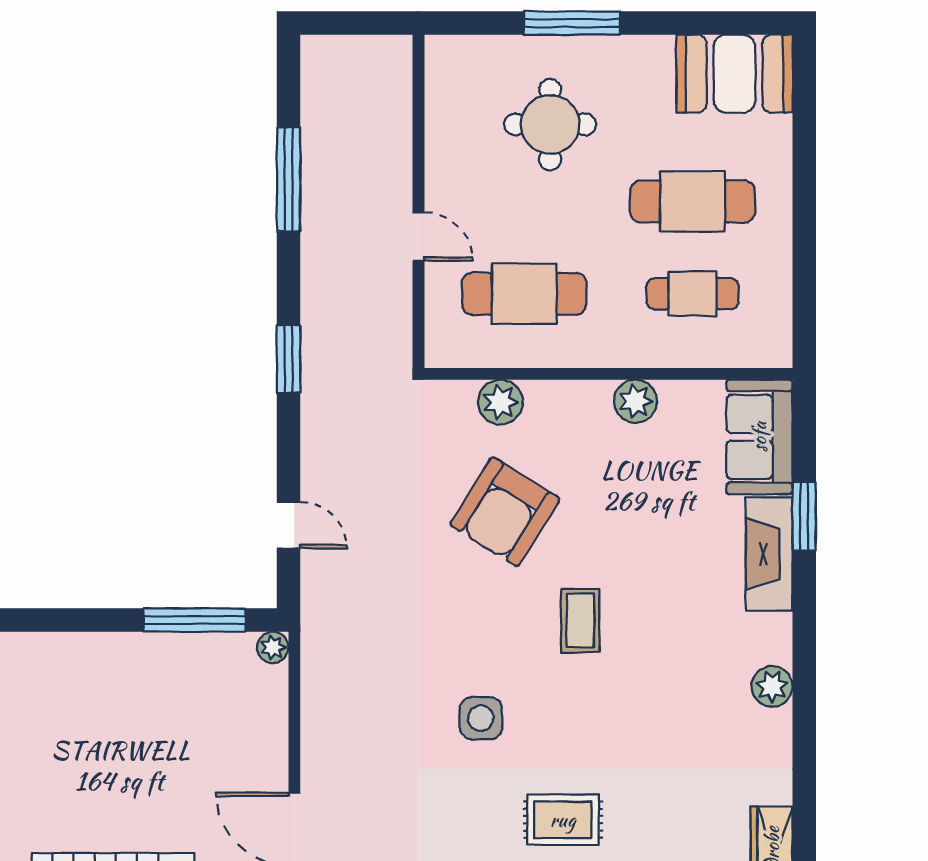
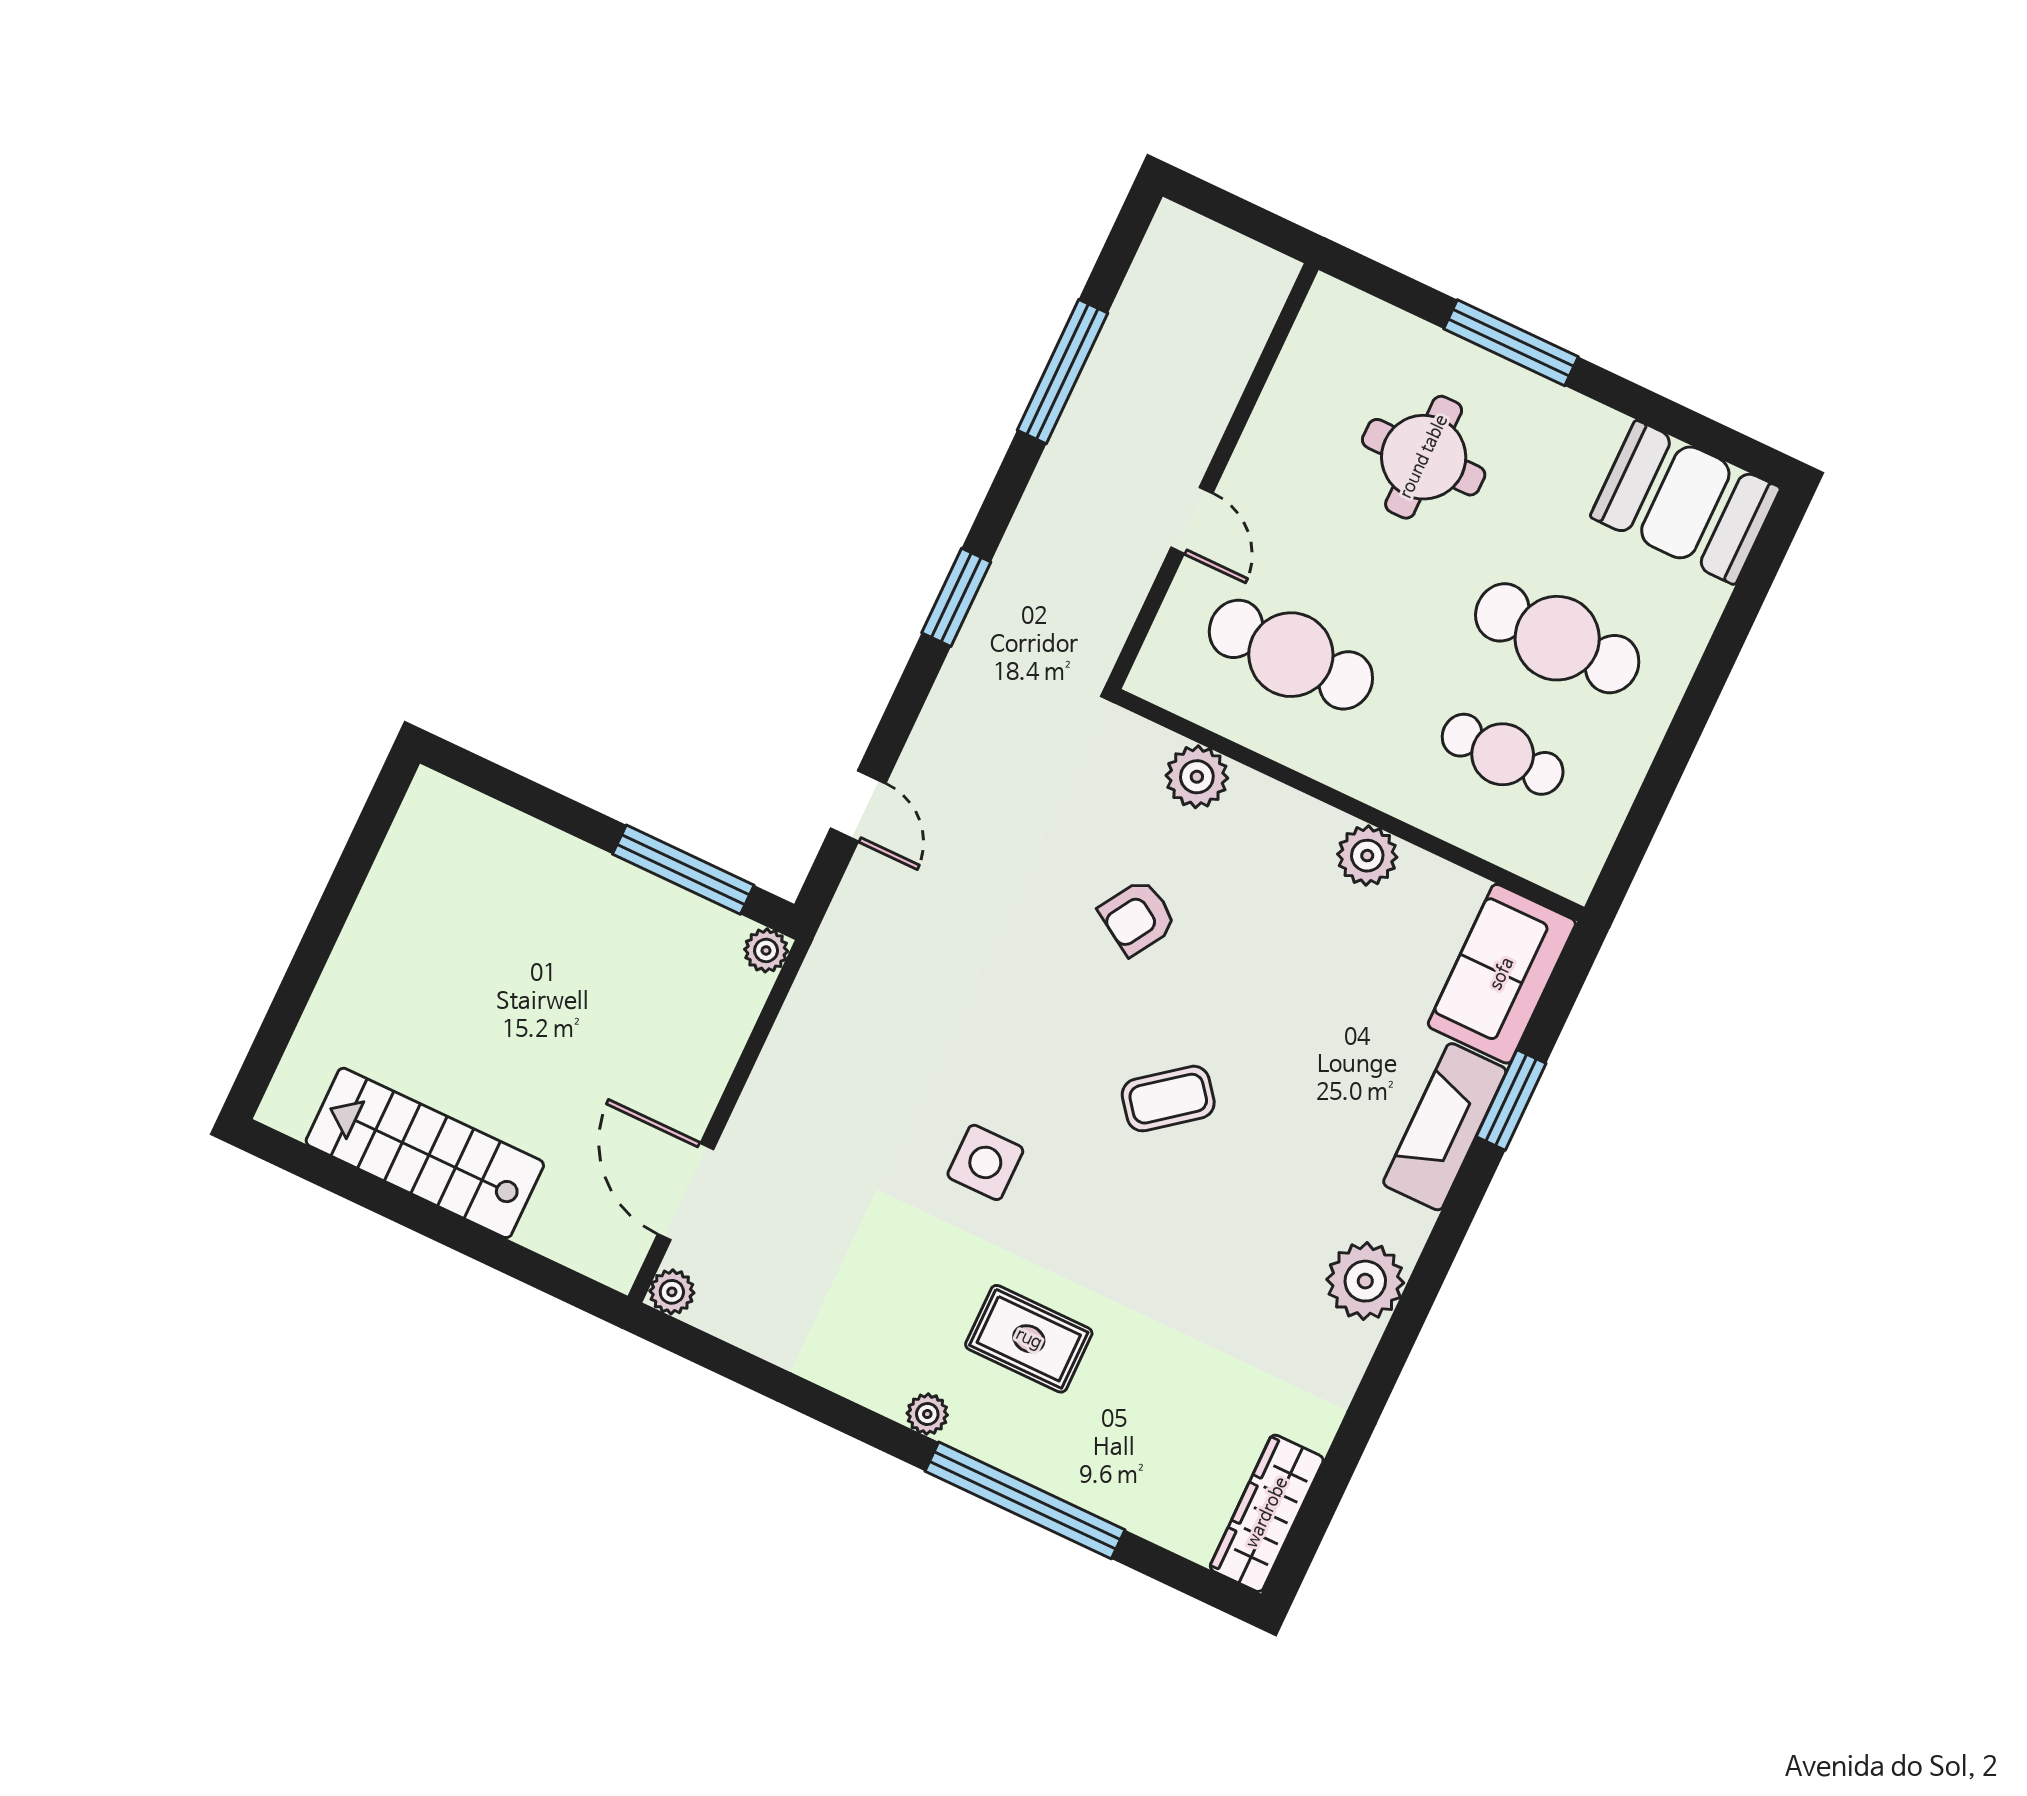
armchair: (505, 512) -> (1138, 917), width x0.53, depth x0.53
coffee table: (580, 621) -> (1168, 1099), turned 52
plant: (772, 686) -> (1365, 1281), width x1.36, depth x1.36

